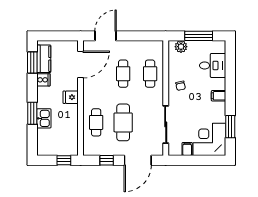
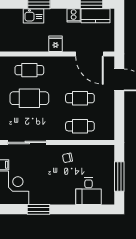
plant: (181, 47) -> (108, 158), removed
filing cabinet: (219, 96) -> (57, 197), removed
window: (230, 127) -> (39, 209), moved

